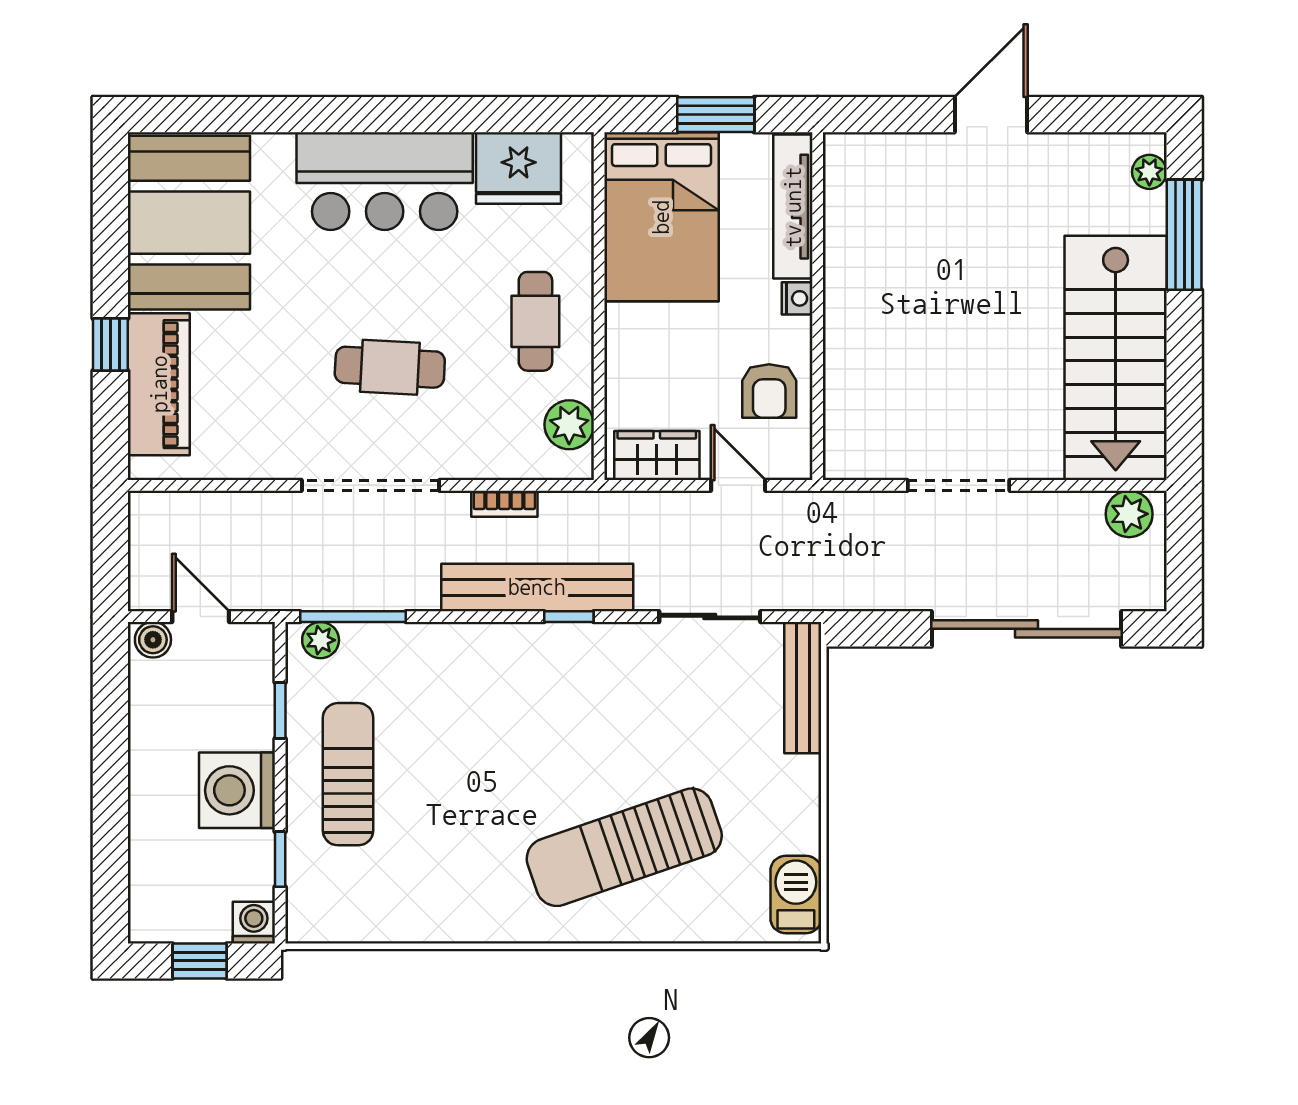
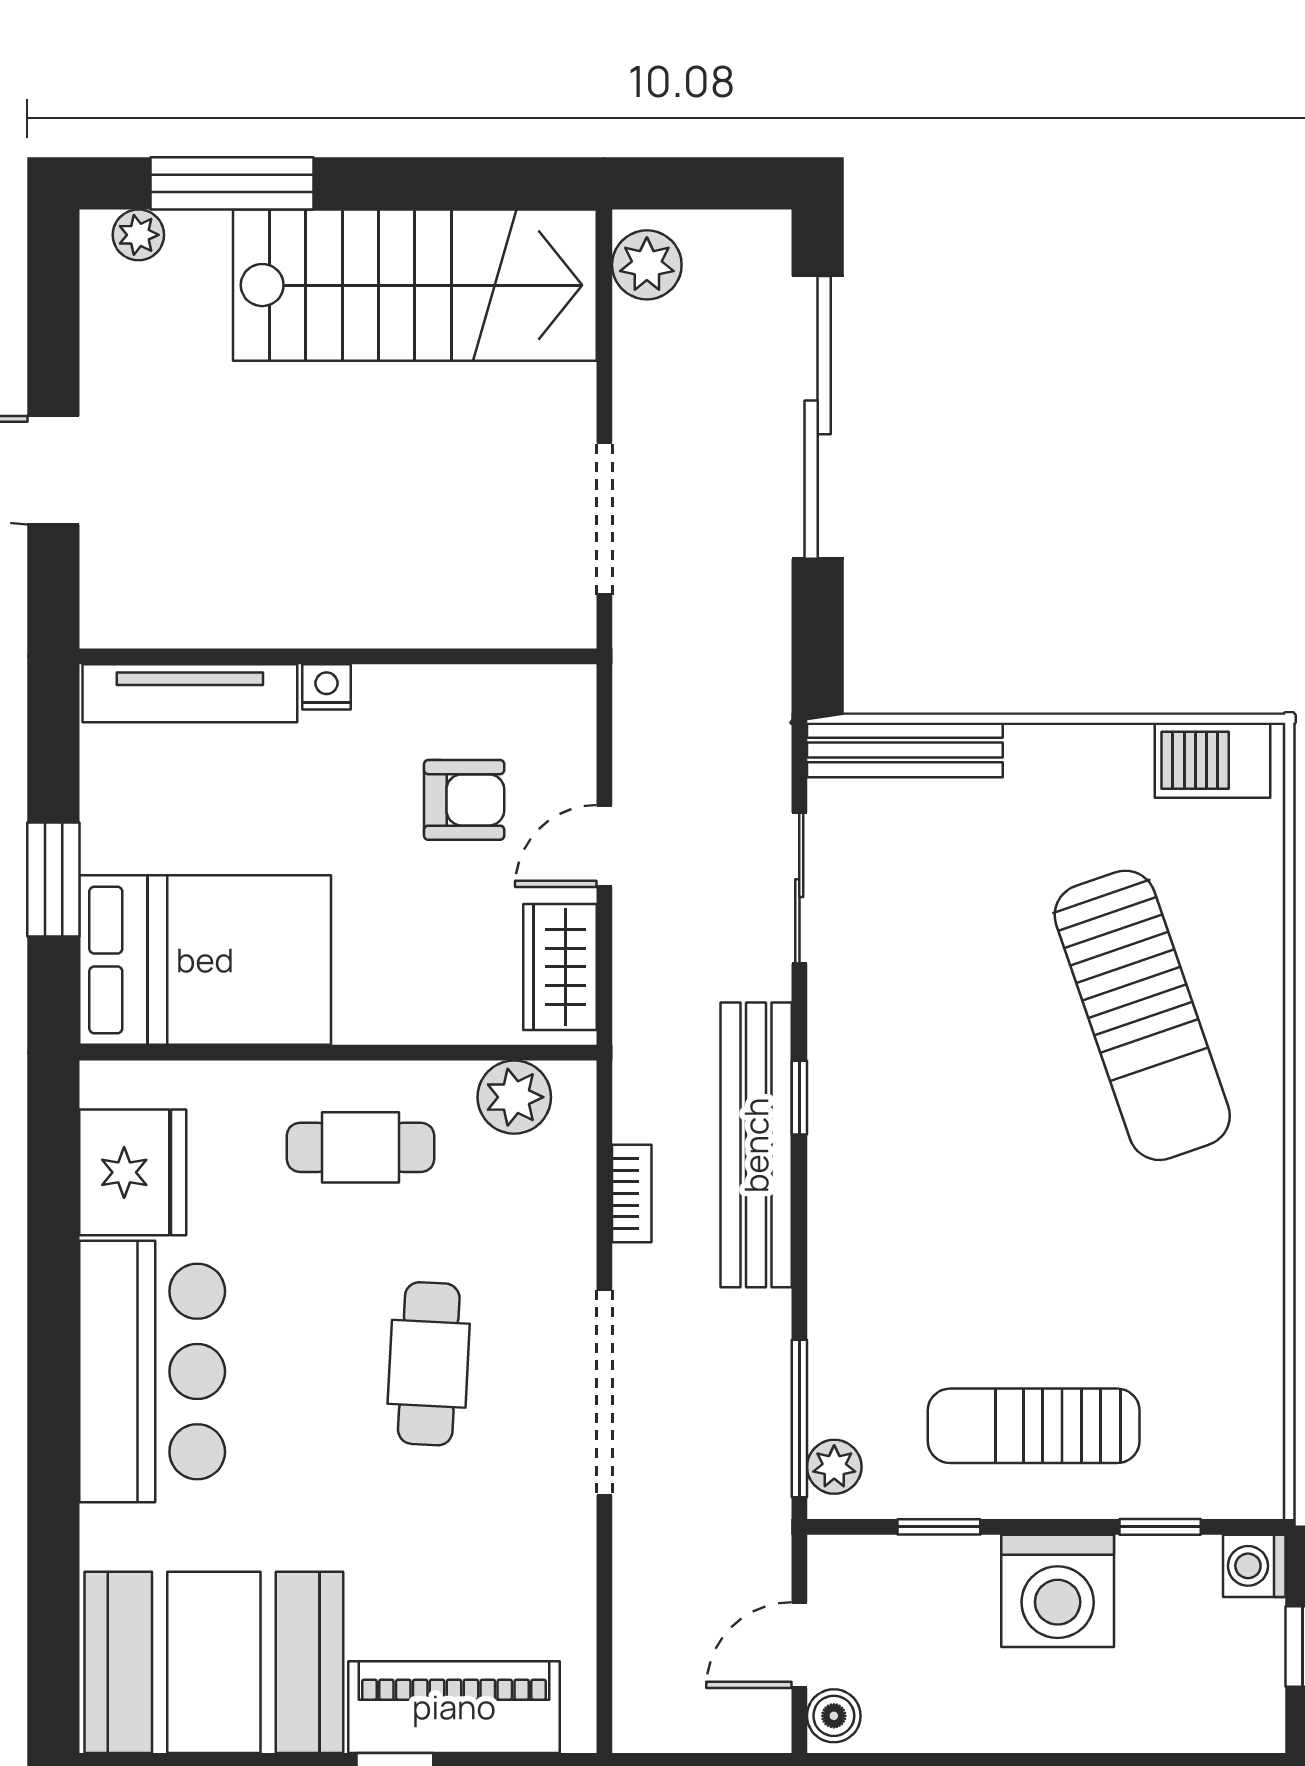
tv unit: (793, 207) -> (190, 693), moved
nightstand: (797, 298) -> (327, 687), moved
wall: (818, 306) -> (338, 656), moved

